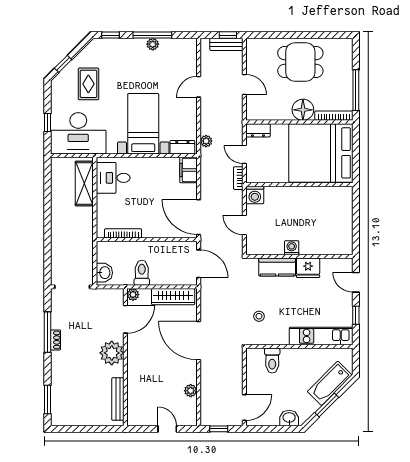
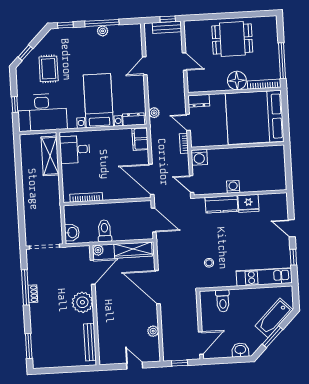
washing machine: (292, 248) -> (233, 187), moved
wall: (299, 256) -> (240, 194), moved
kitchen counter: (277, 267) -> (221, 204), moved
fridge: (308, 268) -> (248, 203), moved

